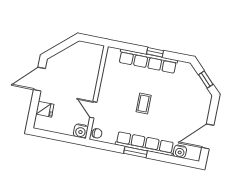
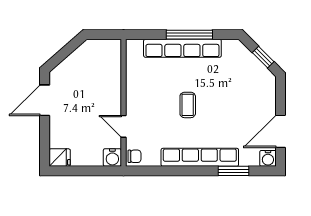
window: (155, 52) -> (189, 35), width x2.17
fridge: (45, 109) -> (60, 158), moved
water cooler: (180, 151) -> (268, 158), moved
window: (136, 152) -> (233, 171), moved

